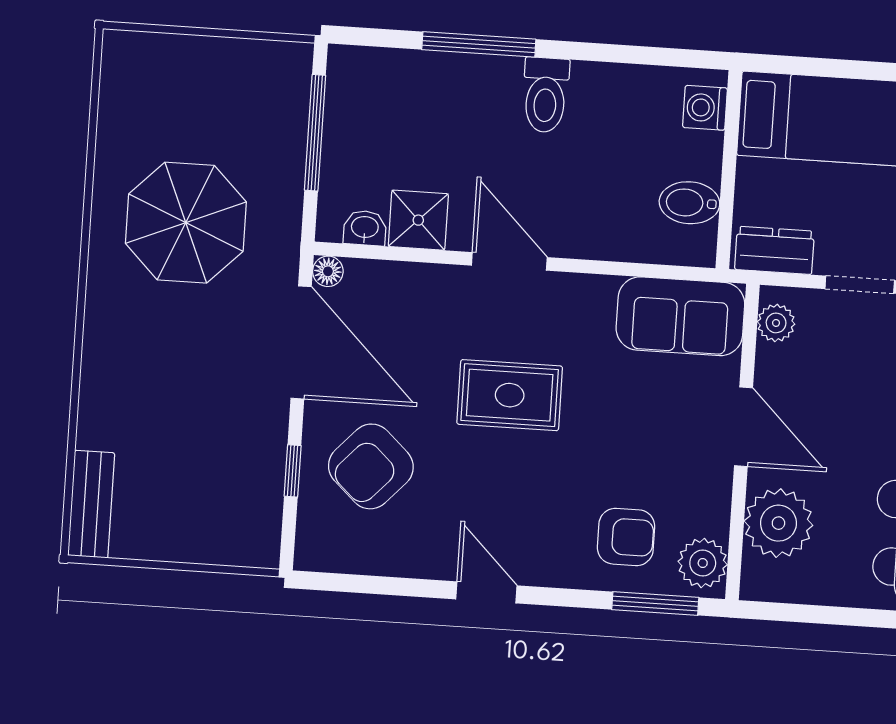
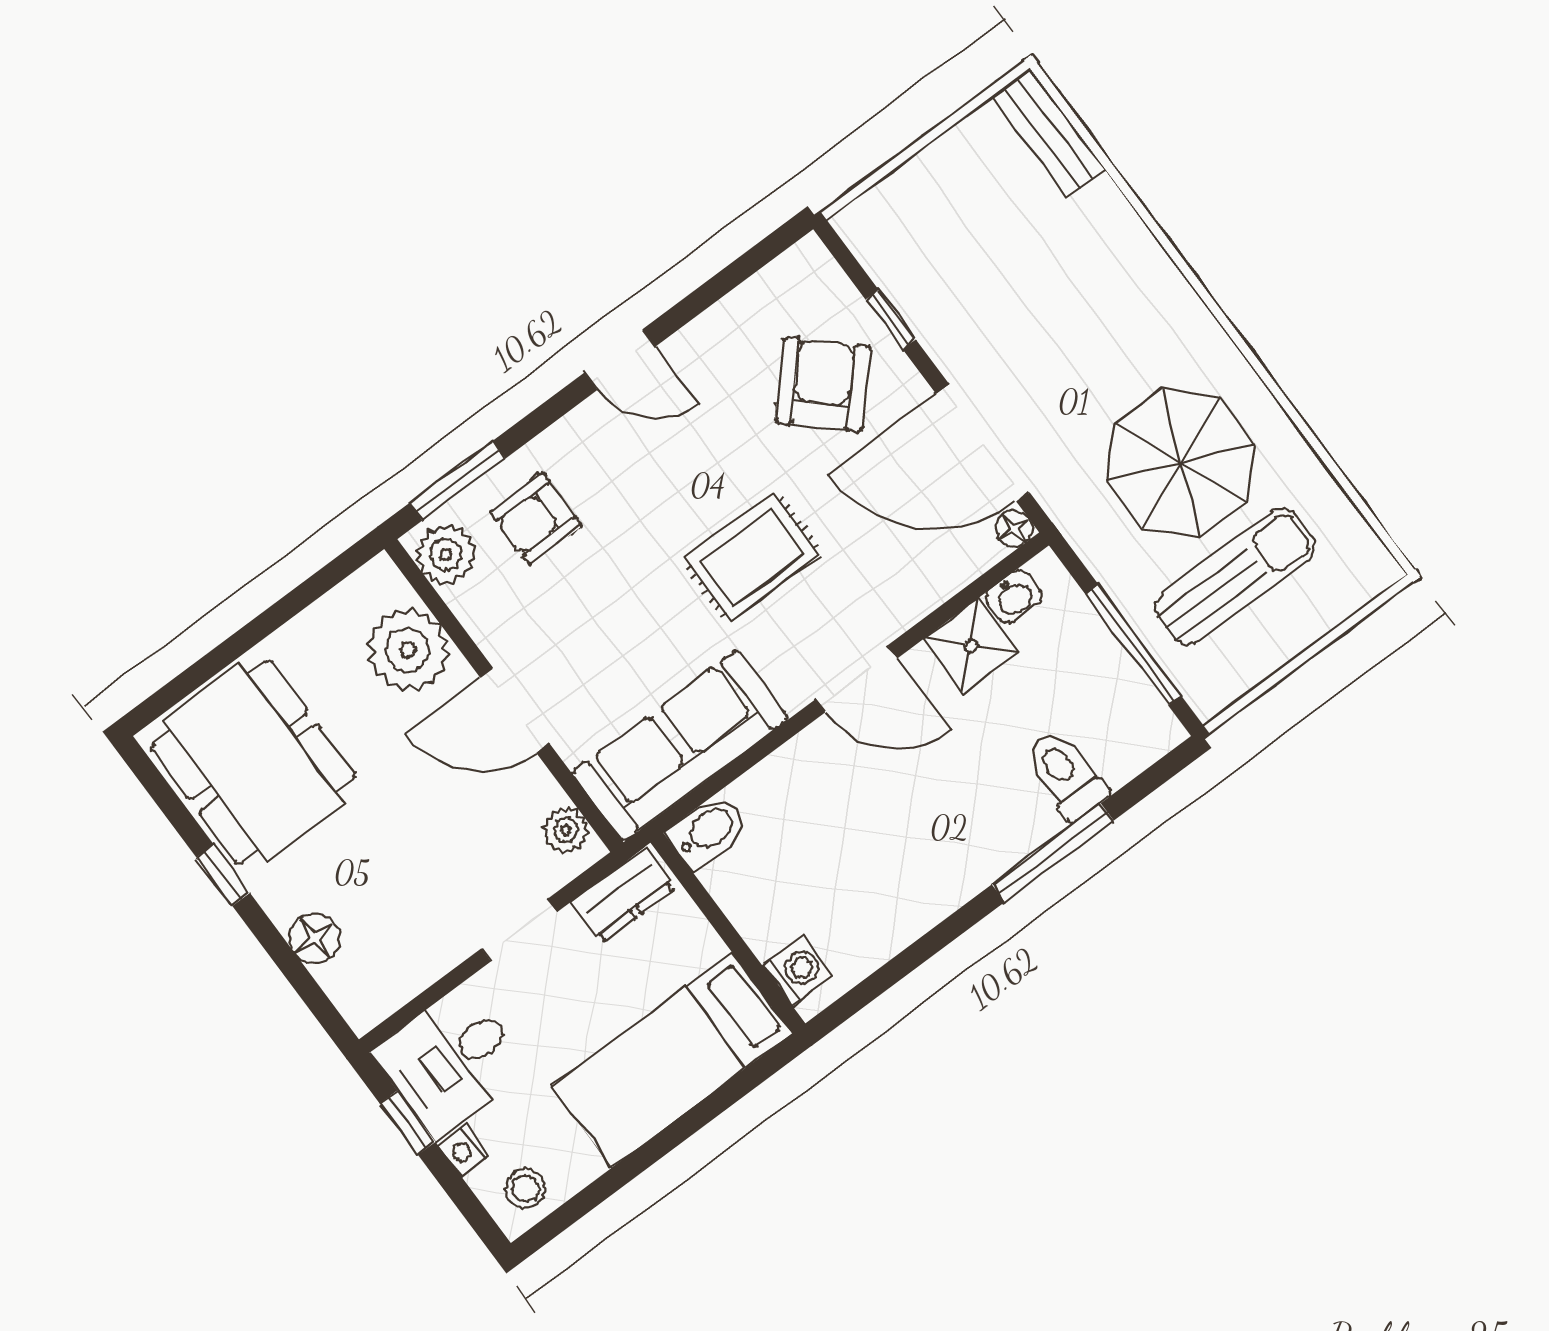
toilet: (546, 95) -> (1066, 774), moved
sun lounger: (214, 120) -> (1235, 577), added
bidet: (689, 203) -> (707, 831), moved
sofa: (680, 316) -> (680, 745), width x1.36

